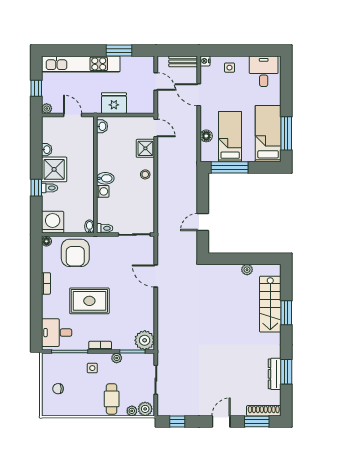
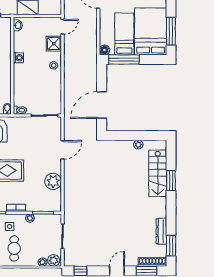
door: (156, 128) -> (62, 27), hinge flipped
bed: (268, 134) -> (151, 31), width x1.50
floor lamp: (206, 136) -> (104, 50), moved
bidet: (105, 178) -> (20, 69), removed
washing machine: (103, 191) -> (18, 58), moved
door: (203, 222) -> (102, 105), width x1.88
door: (156, 276) -> (62, 150), swing flipped
plant: (145, 340) -> (53, 181), moved
window: (286, 372) -> (171, 246), moved
cafe table: (112, 399) -> (14, 248), moved

